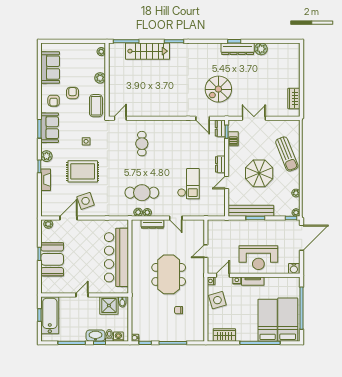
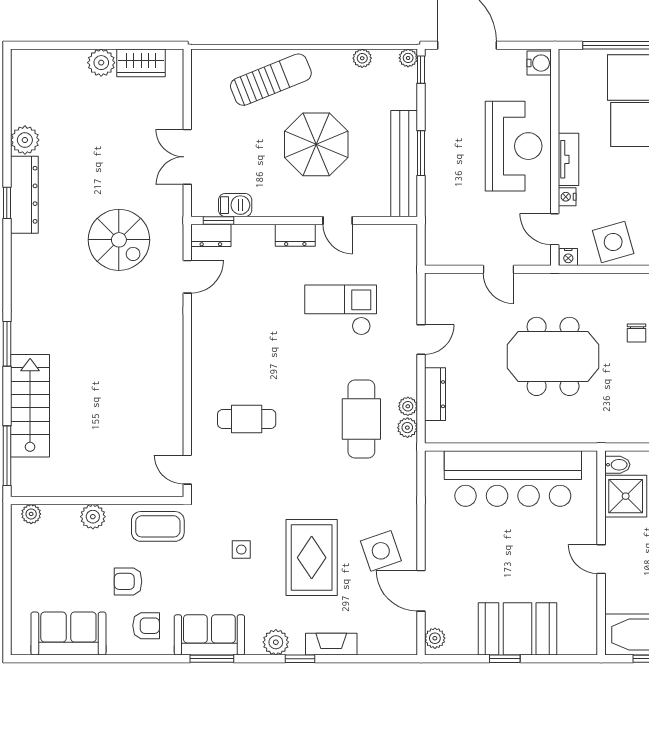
plant: (294, 82) -> (101, 63), added

